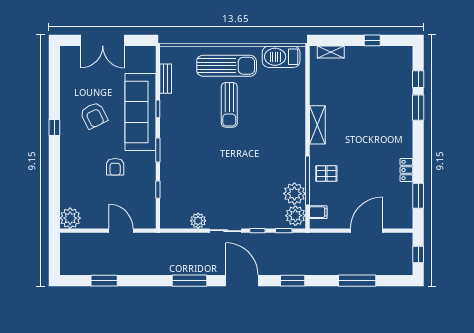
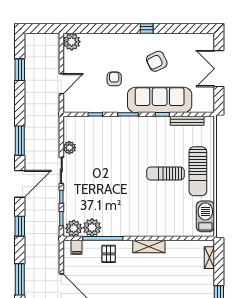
bench: (166, 79) -> (187, 121), width x1.36
armchair: (115, 167) -> (114, 79), turned 90

